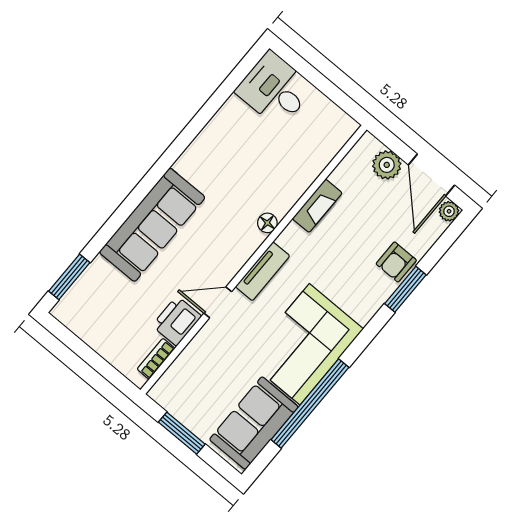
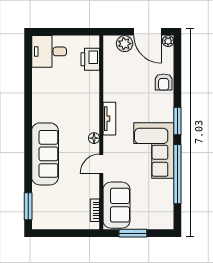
fireplace: (317, 206) -> (109, 86), removed
floor lamp: (267, 223) -> (94, 138), moved
tv unit: (263, 271) -> (109, 119), moved
window: (405, 289) -> (177, 121), moved
printer: (177, 321) -> (90, 59), moved
sofa: (254, 423) -> (116, 205), moved, turned 180

